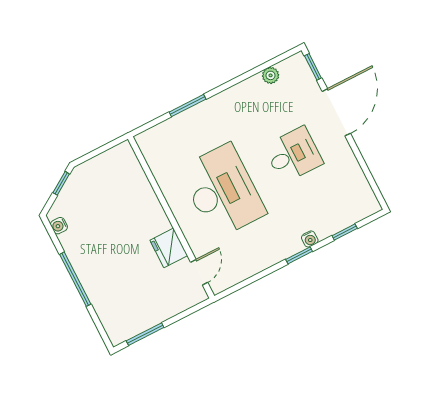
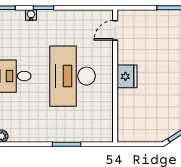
fridge: (169, 248) -> (127, 76), moved

